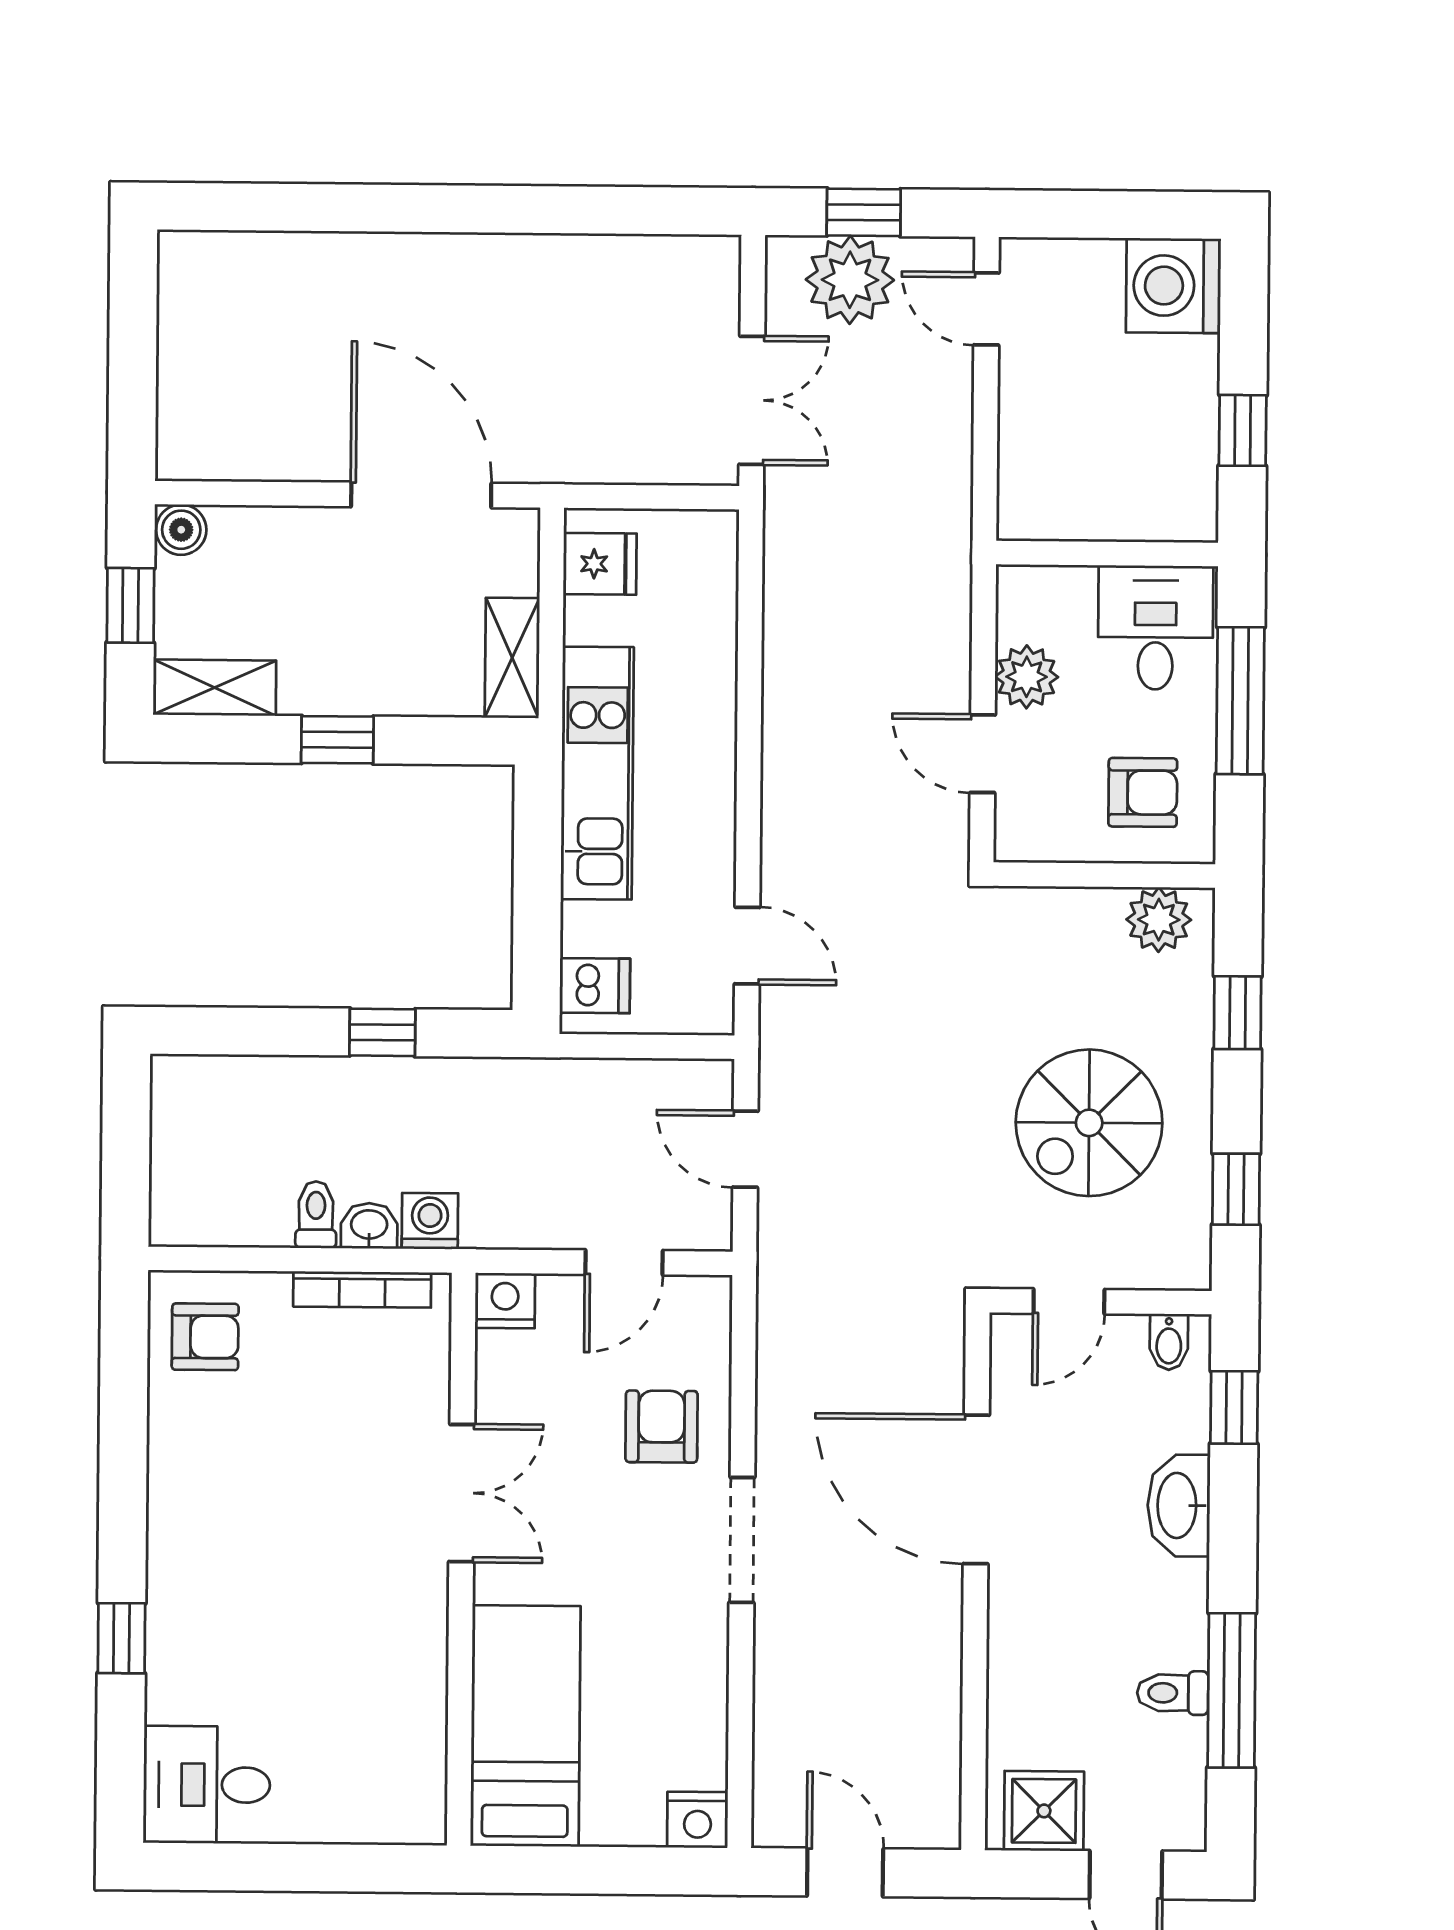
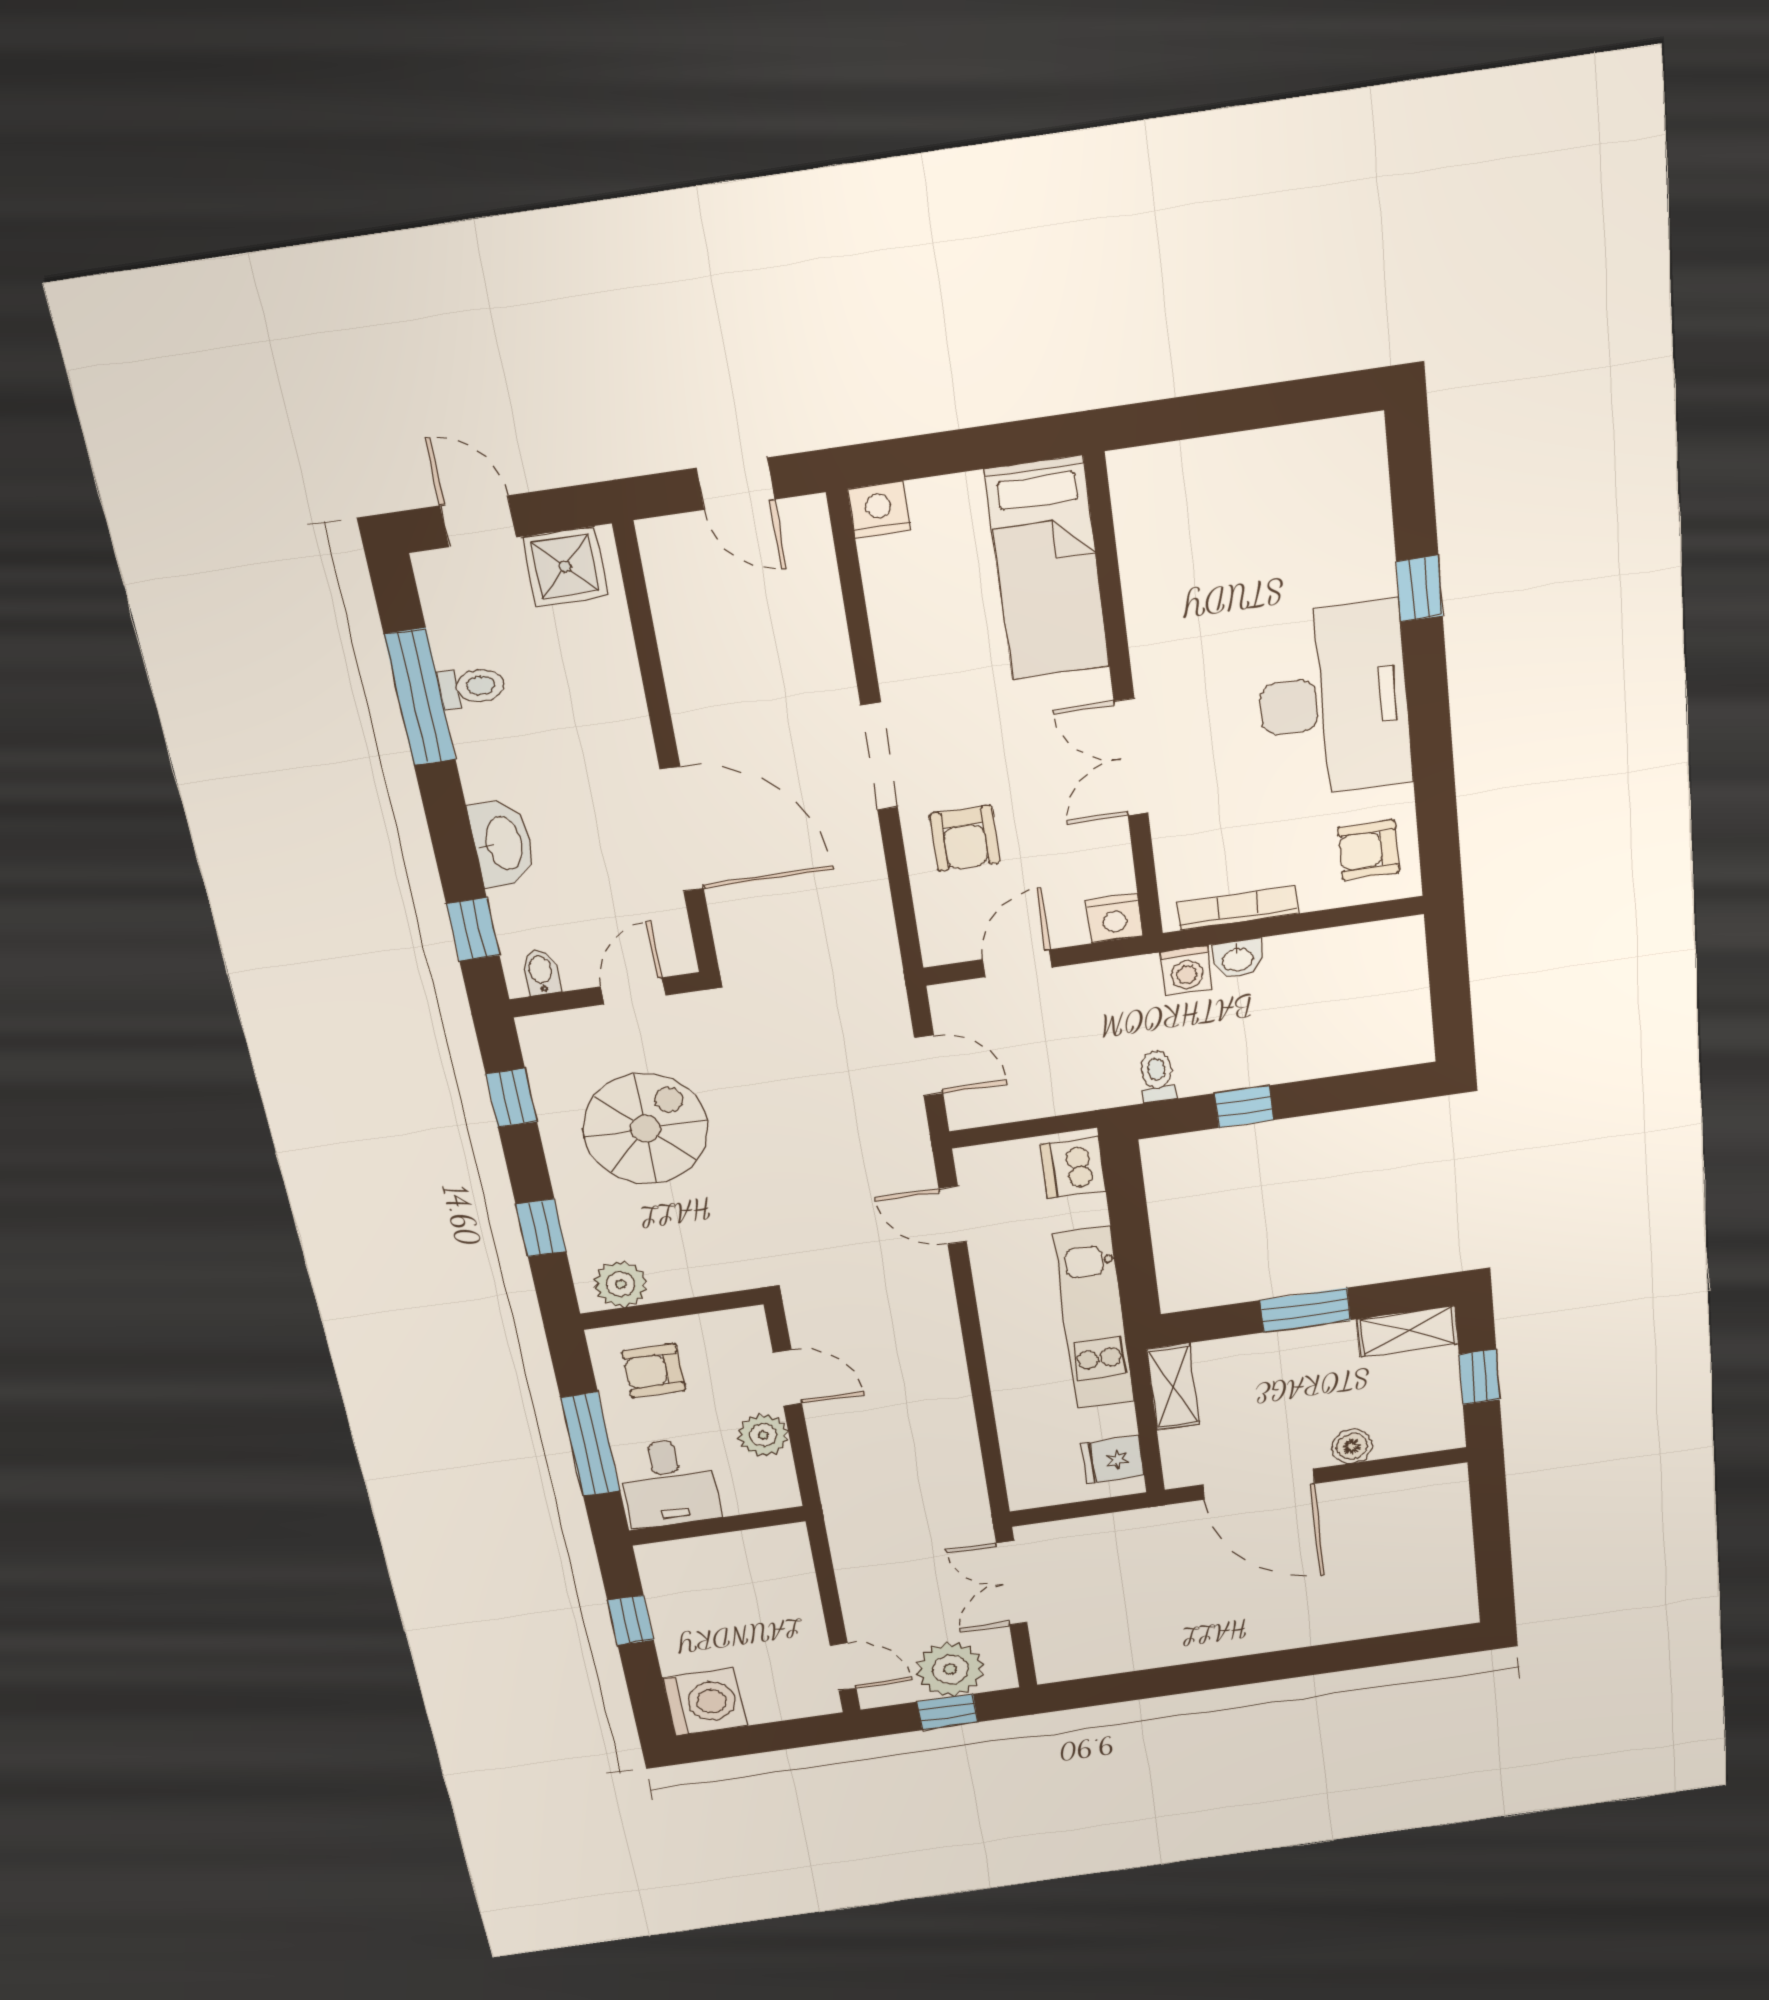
boiler: (181, 530) -> (1352, 1446), moved
window: (337, 740) -> (1305, 1310), width x1.50
dishwasher: (595, 986) -> (1073, 1167), width x1.38
toilet: (316, 1215) -> (1157, 1076), moved, turned 180
desk: (207, 1785) -> (1334, 701), moved, width x1.87, depth x1.30

